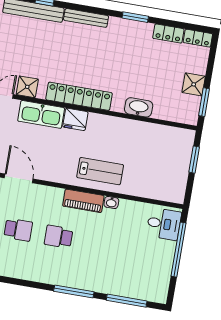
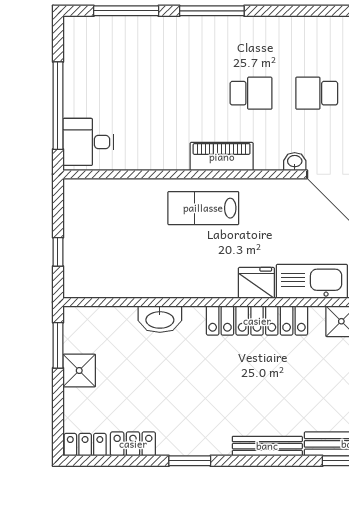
window: (194, 160) -> (58, 252), width x0.67
washbasin: (111, 202) -> (295, 162), moved

